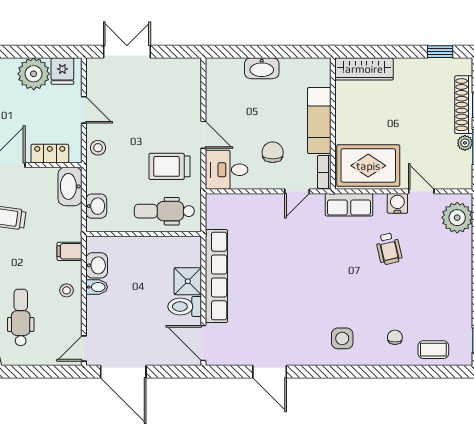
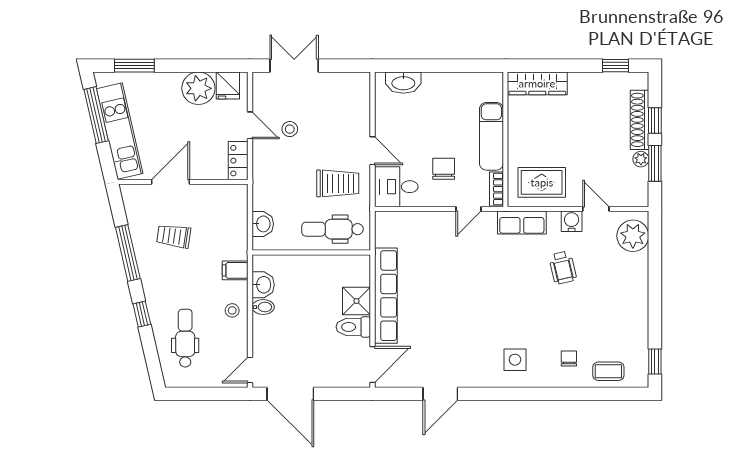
washbasin: (262, 68) -> (403, 83), moved
stool: (98, 148) -> (290, 129), moved
locker: (50, 154) -> (238, 161), moved, turned -90
trolley: (169, 166) -> (338, 183), turned 180
rug: (368, 166) -> (542, 182), width x0.73, depth x0.70
washbasin: (70, 186) -> (236, 204), removed
door: (203, 343) -> (372, 364), swing flipped
door: (270, 372) -> (440, 394), hinge flipped

